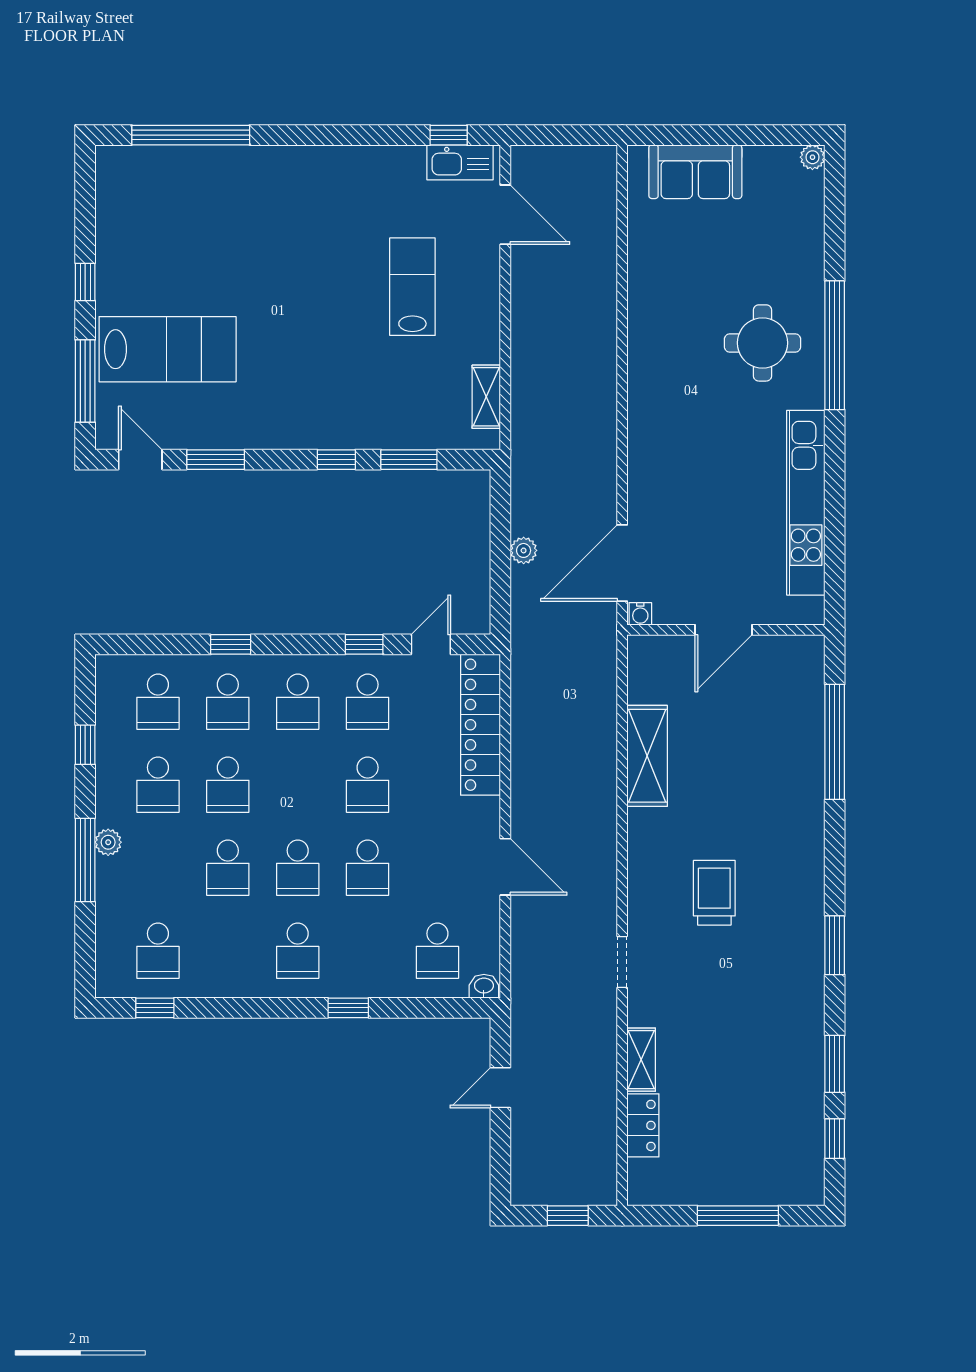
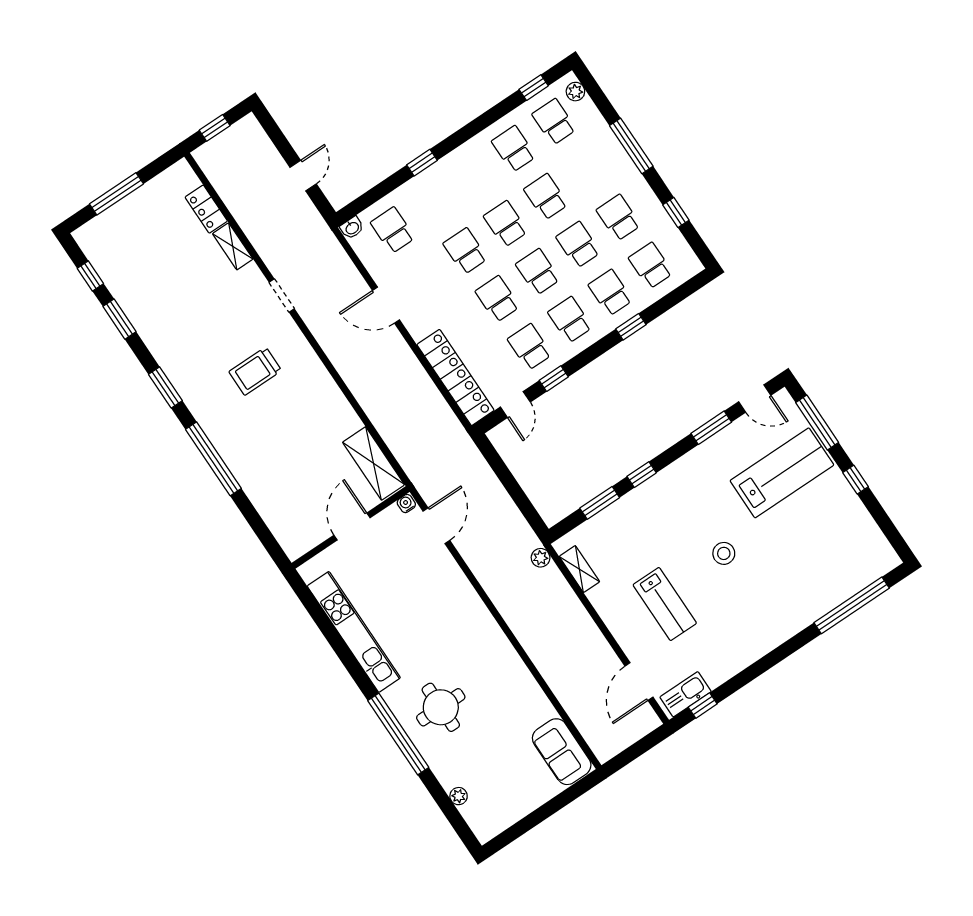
plant: (812, 157) -> (459, 796), moved
sofa: (695, 172) -> (562, 752), moved, turned -90
door: (505, 215) -> (639, 682), hinge flipped
stool: (301, 300) -> (724, 553), added
lab bench: (168, 349) -> (782, 473), turned 180
plant: (524, 550) -> (541, 558), moved
door: (622, 563) -> (436, 526), width x0.73
window: (835, 742) -> (213, 459), moved
shelving: (647, 756) -> (374, 463), moved
school desk: (298, 785) -> (538, 272), added
plant: (108, 842) -> (575, 92), moved
trolley: (714, 893) -> (255, 371), turned 90
school desk: (298, 951) -> (514, 149), moved

